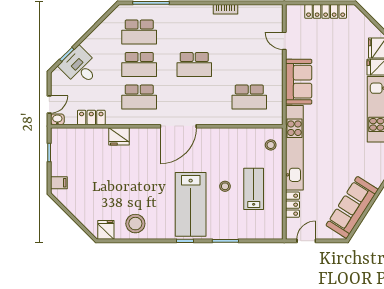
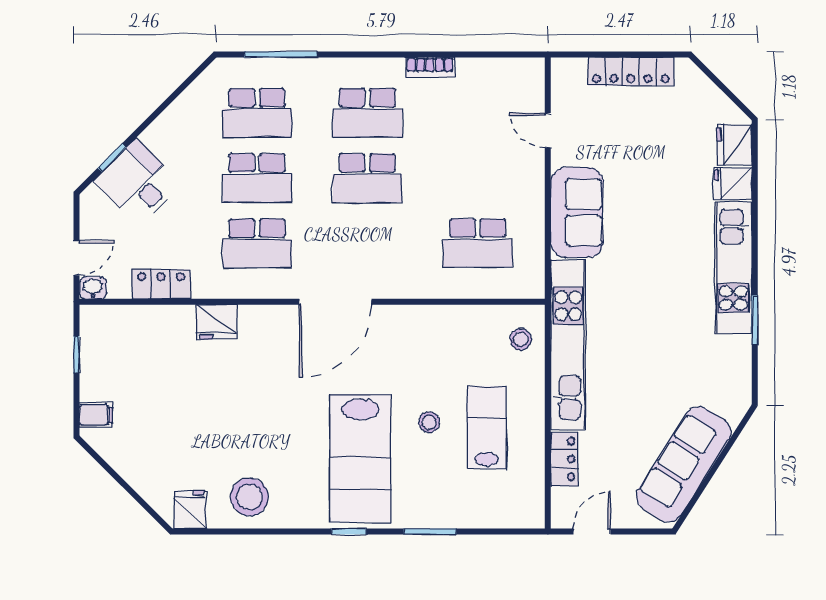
school desk: (194, 32) -> (367, 113), added

